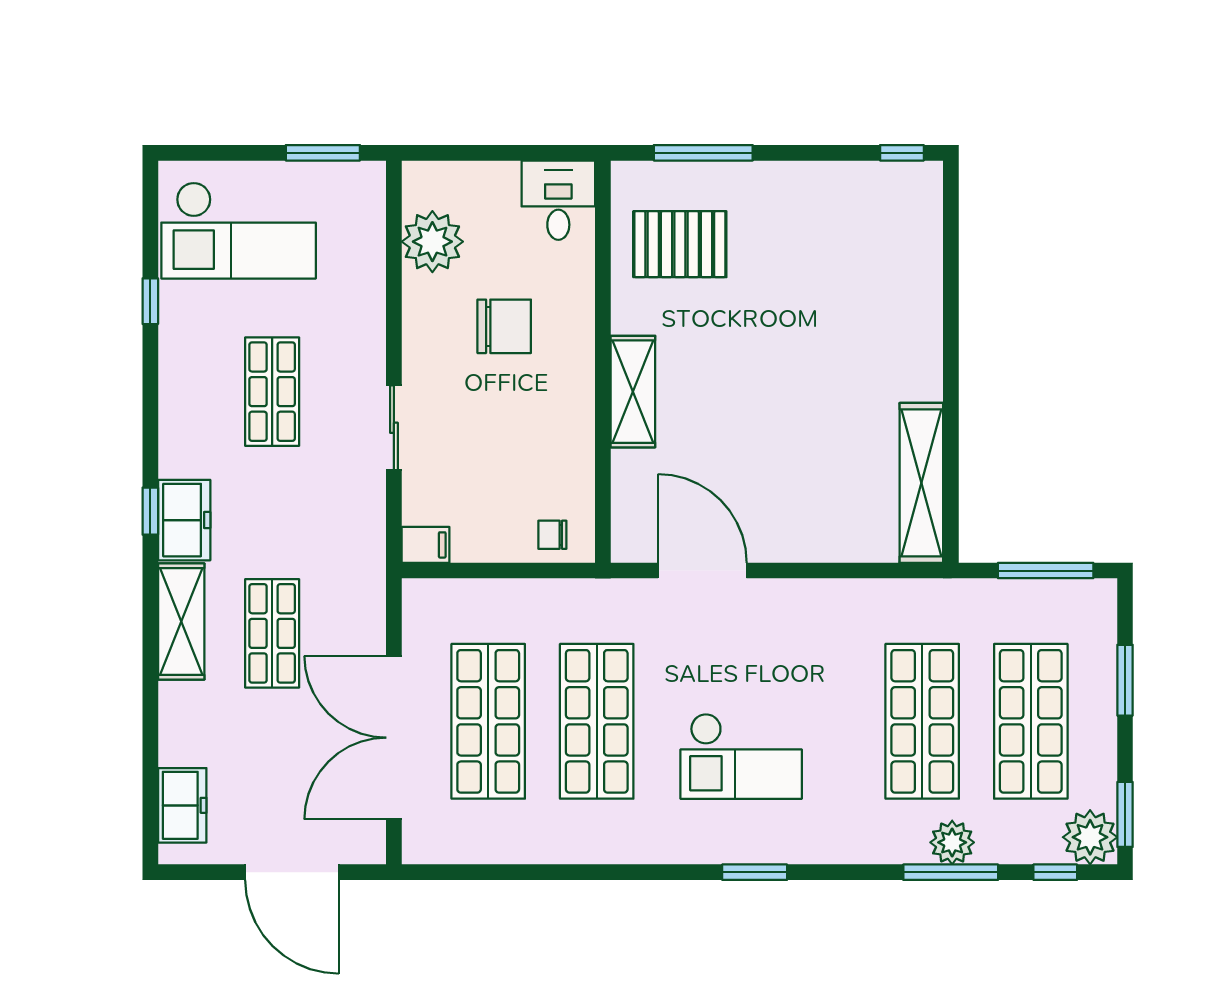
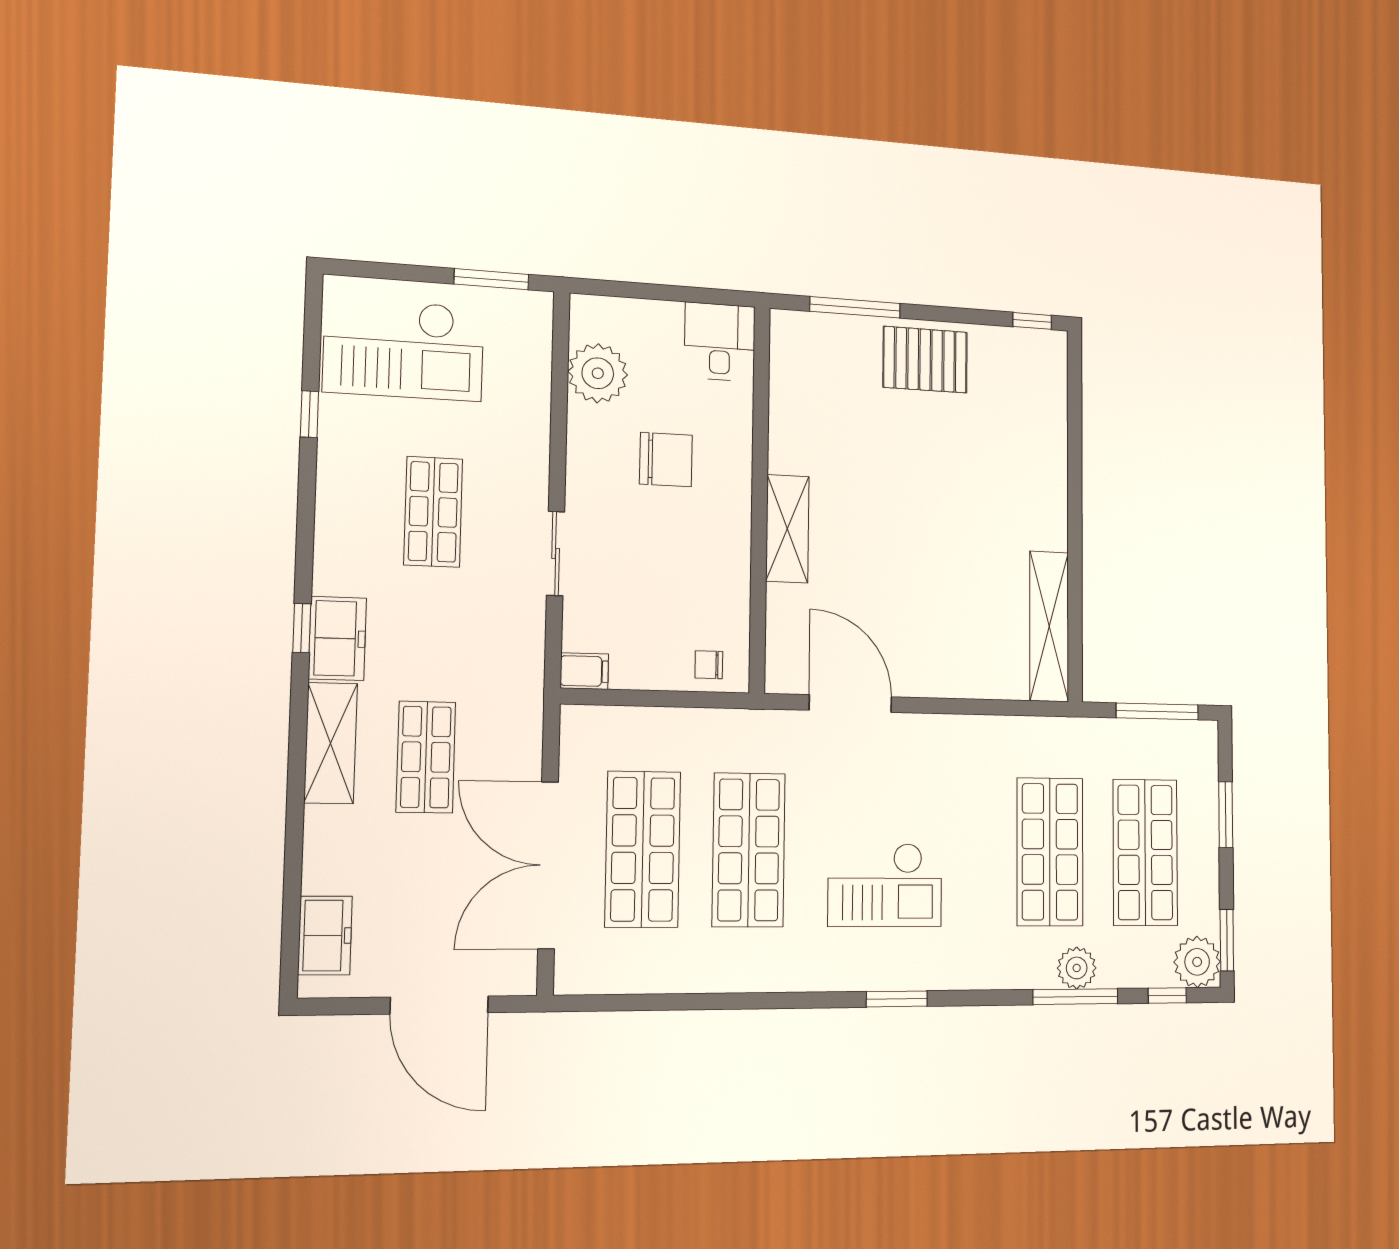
pallet: (680, 244) -> (925, 360), moved

